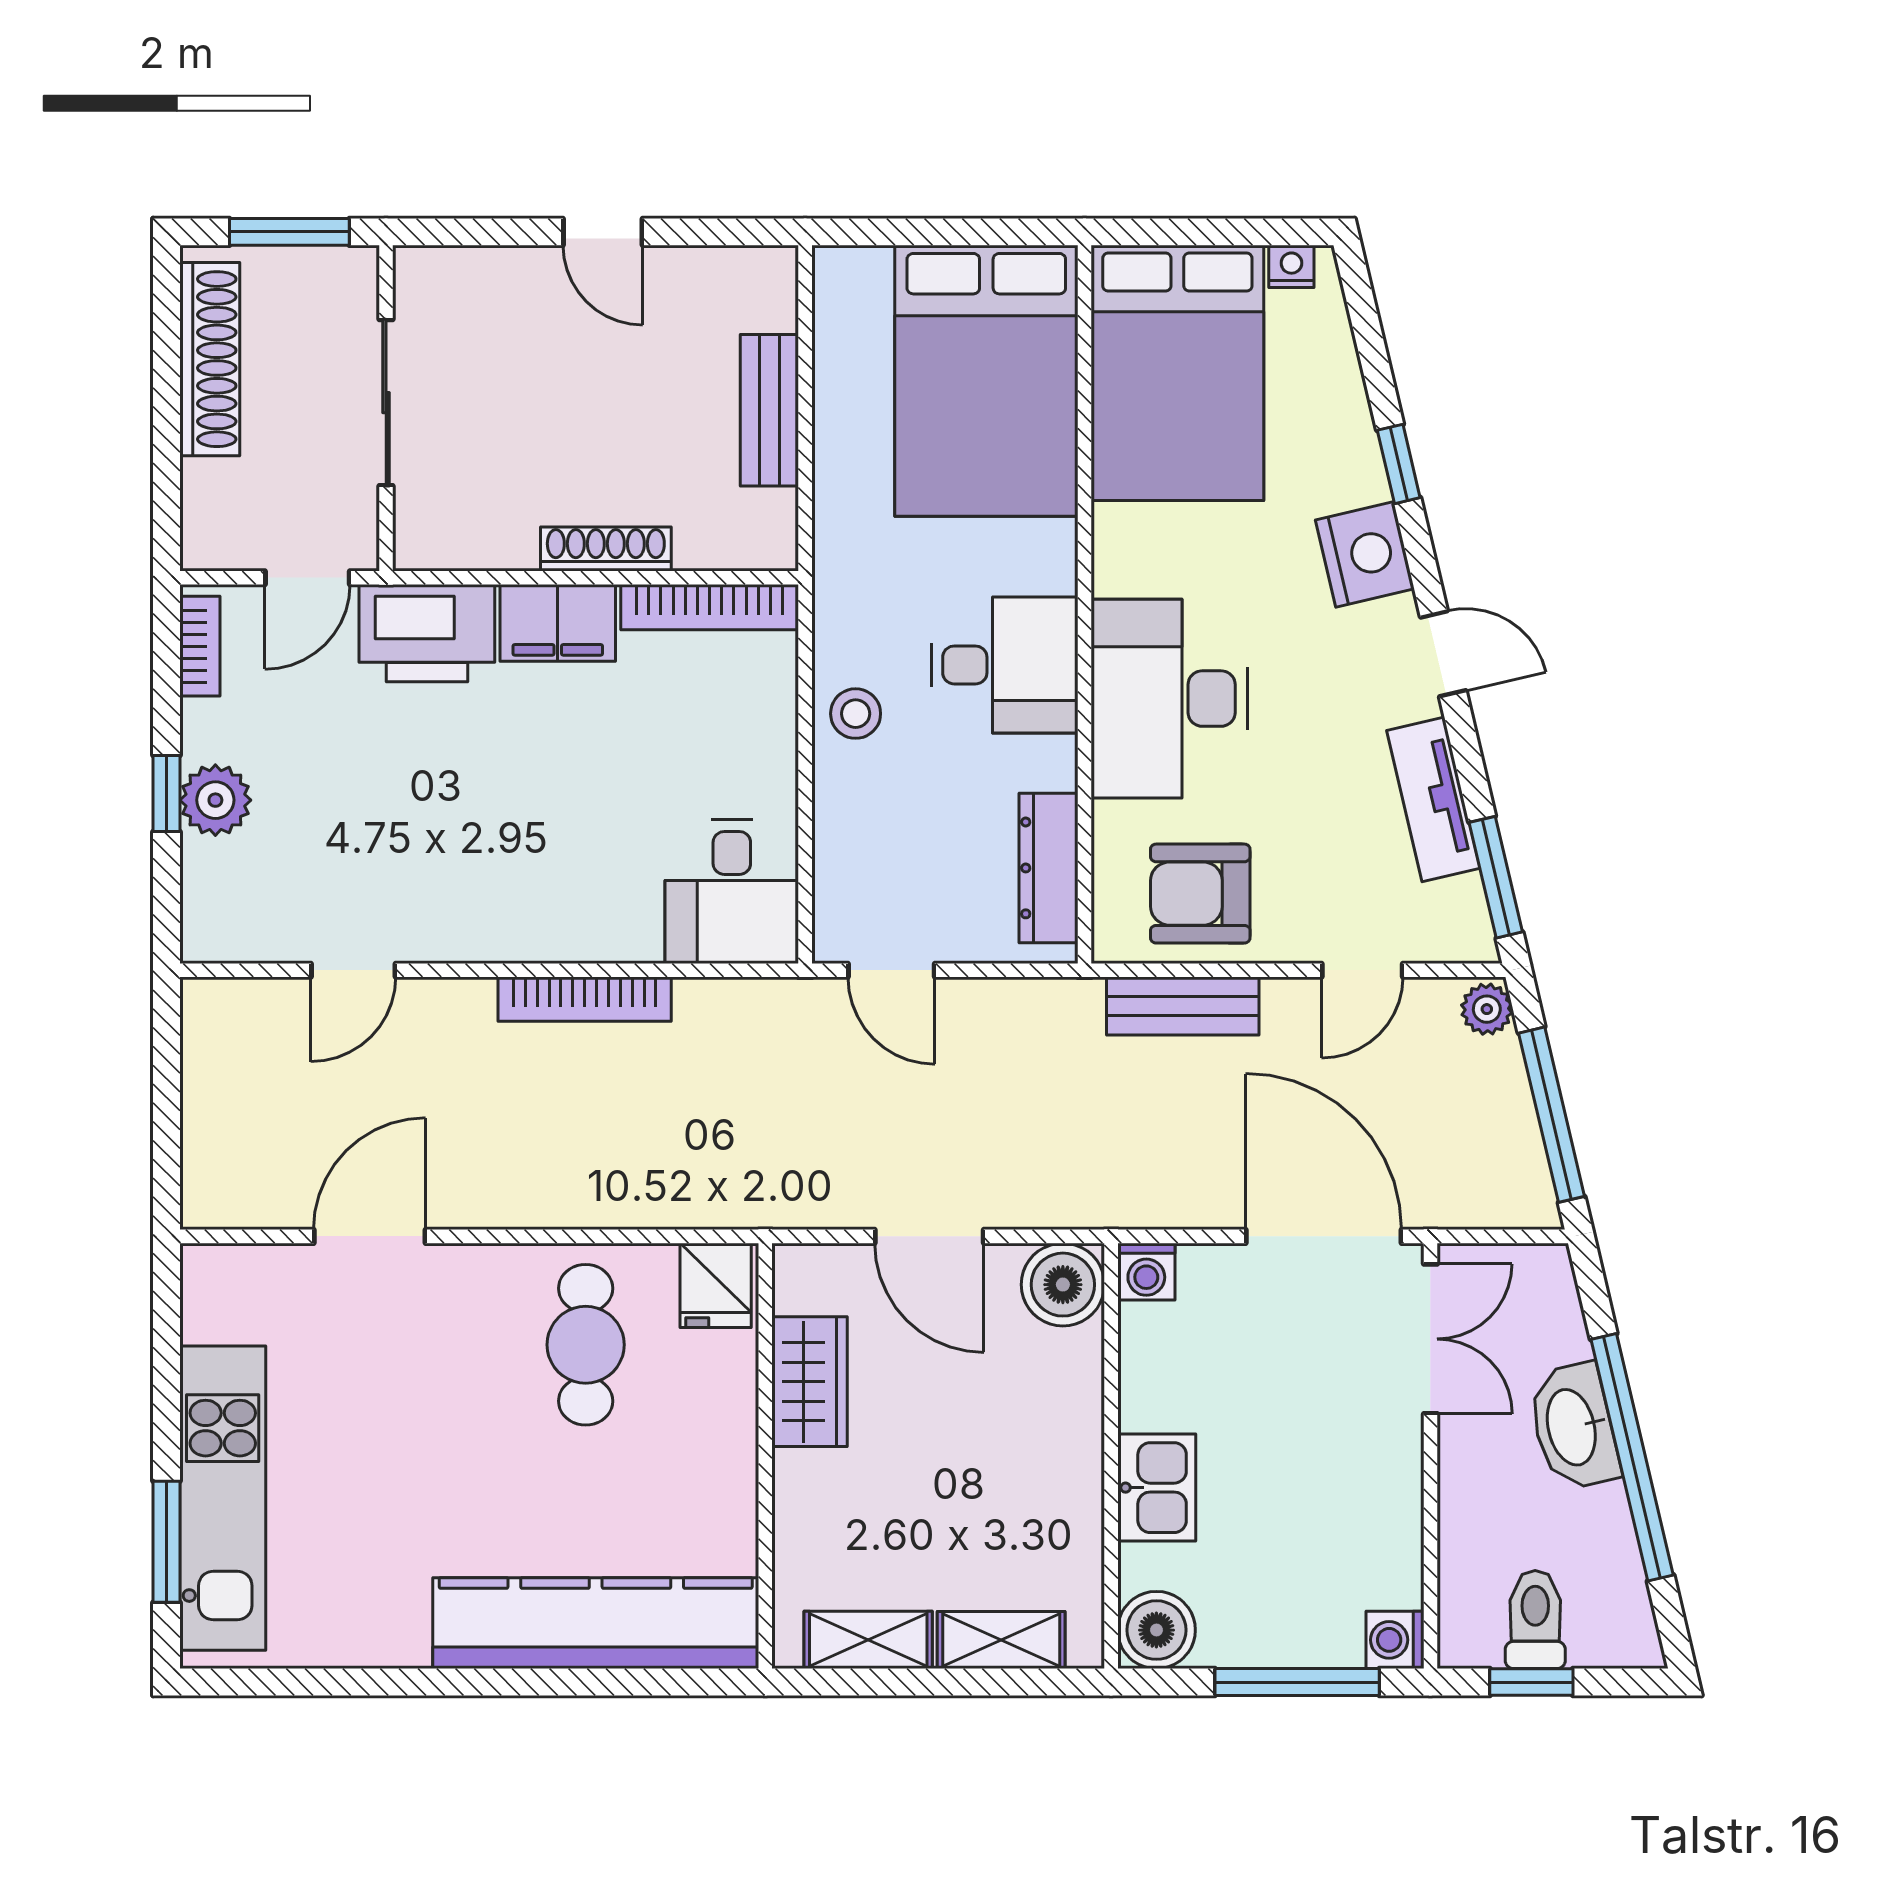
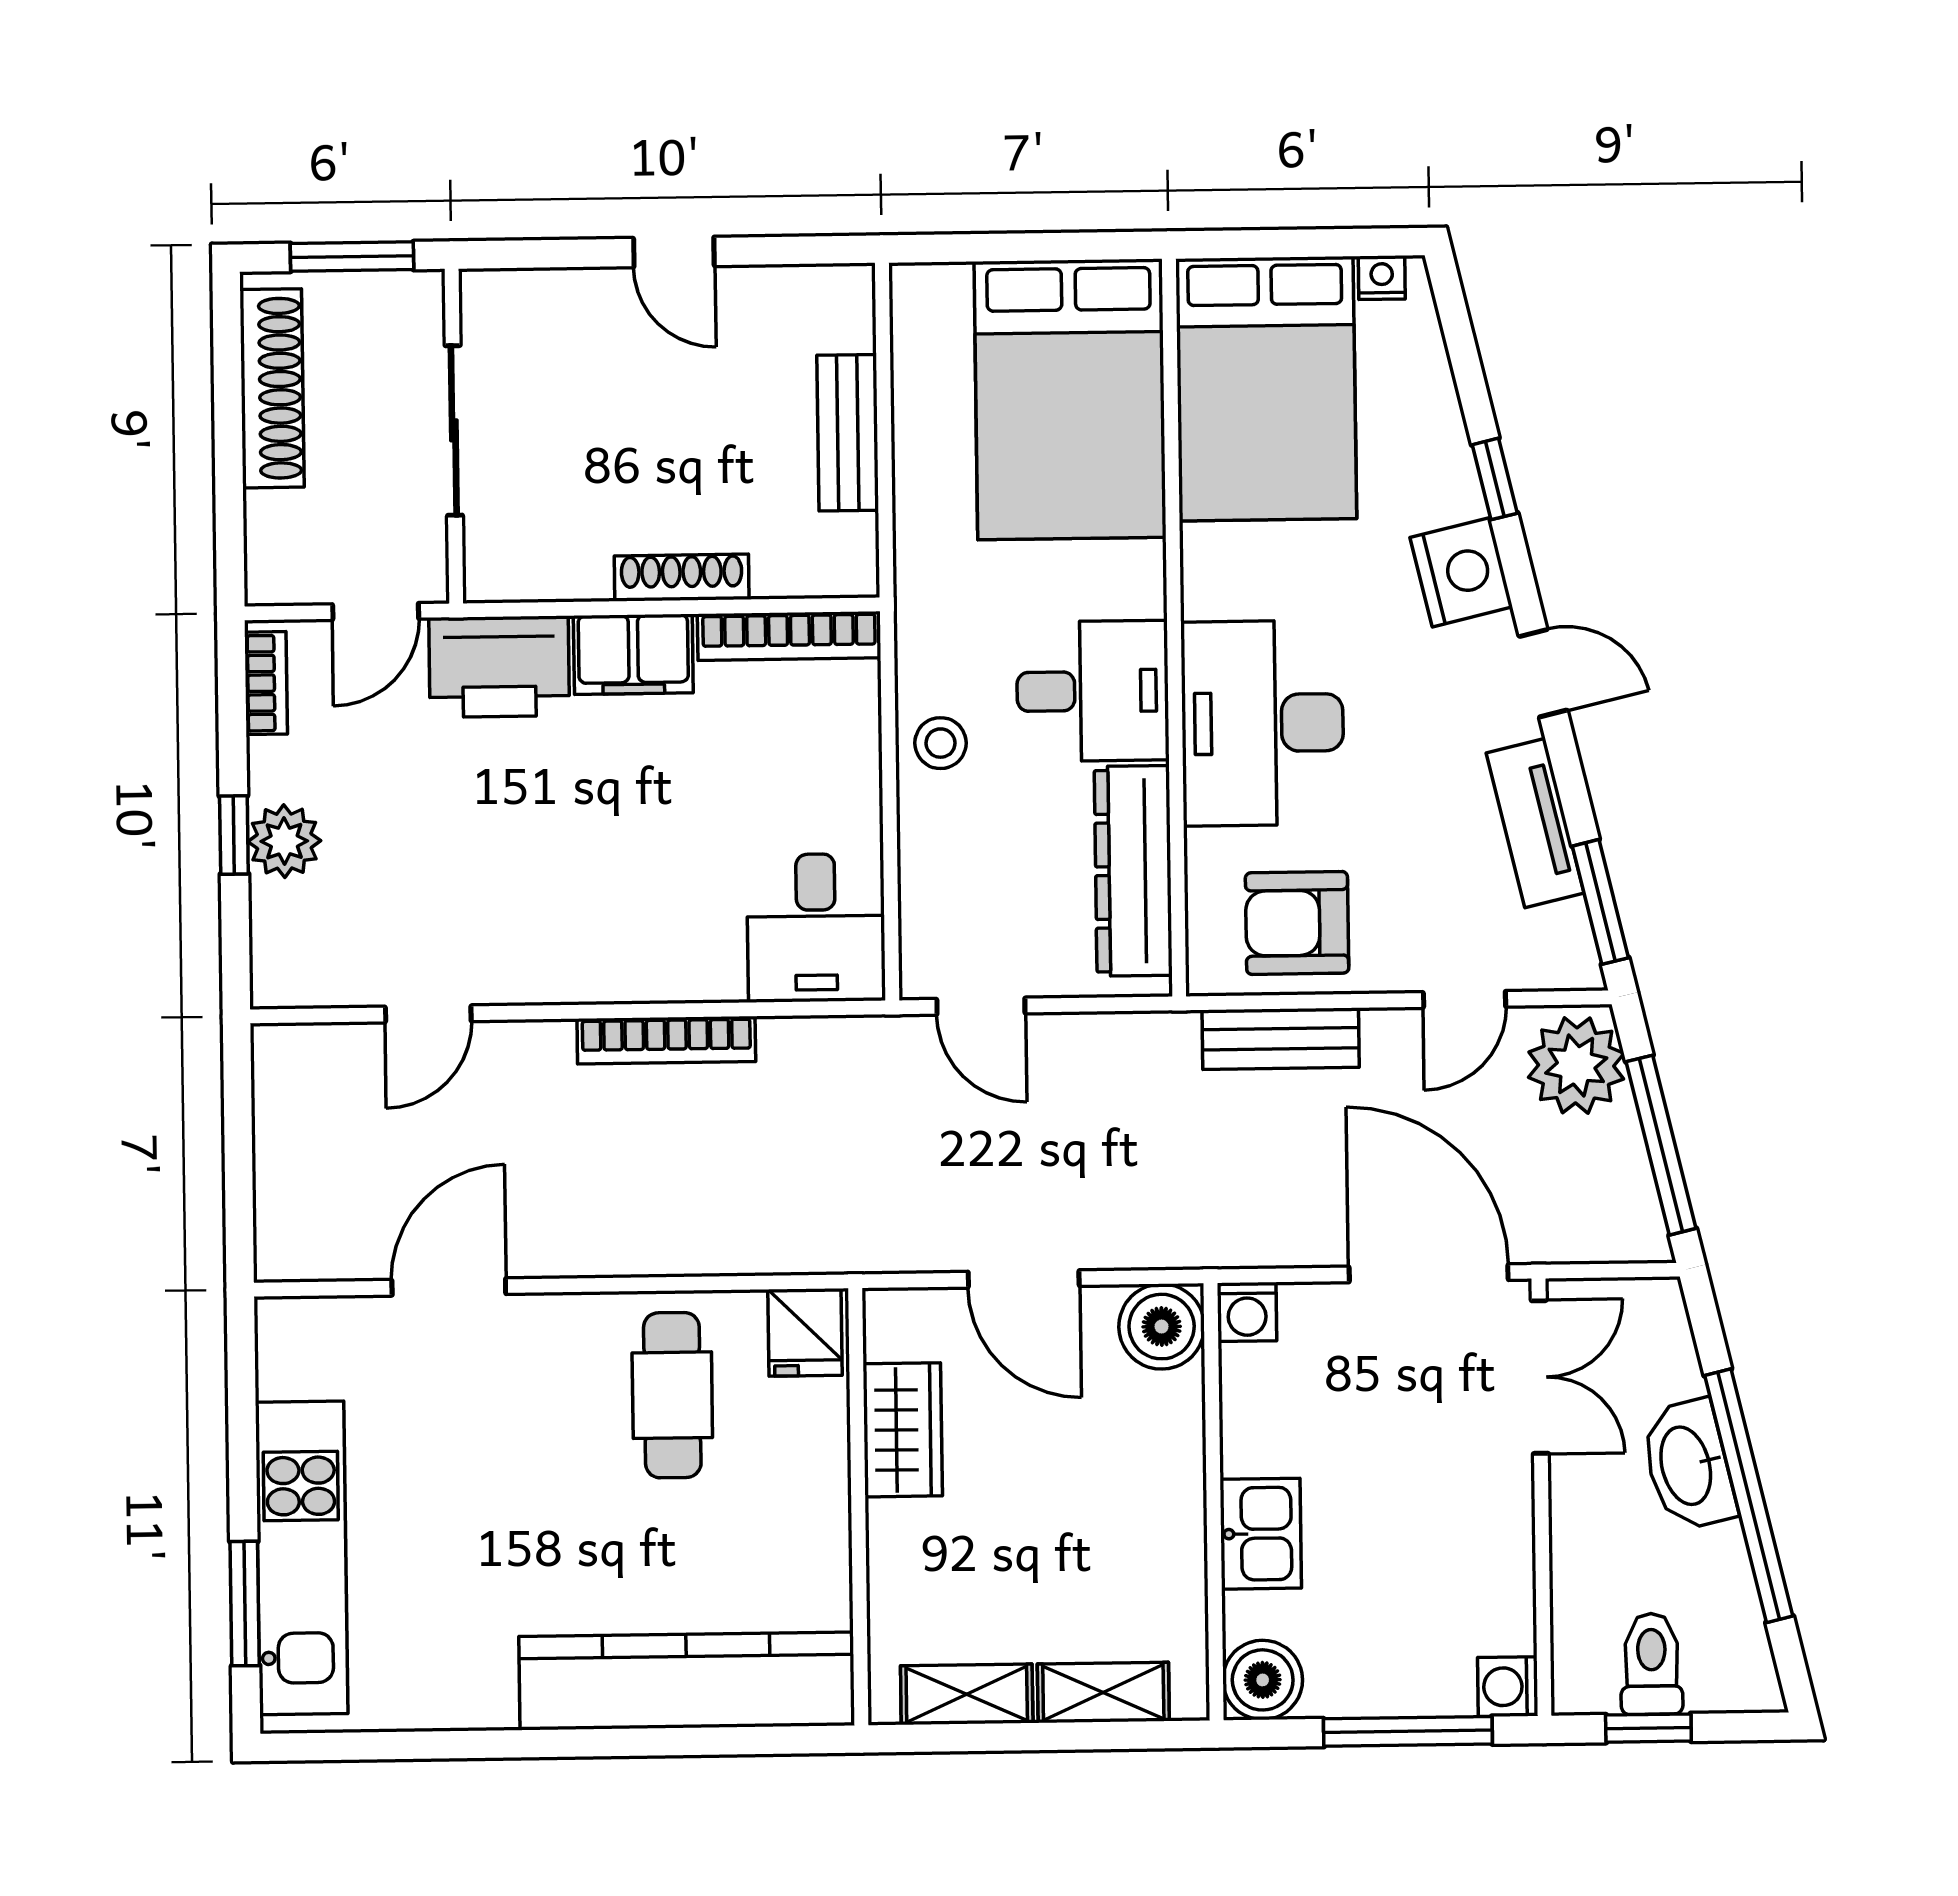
dresser: (1049, 868) -> (1133, 871), width x1.37, depth x1.24
plant: (1487, 1009) -> (1576, 1065), width x1.87, depth x1.87

